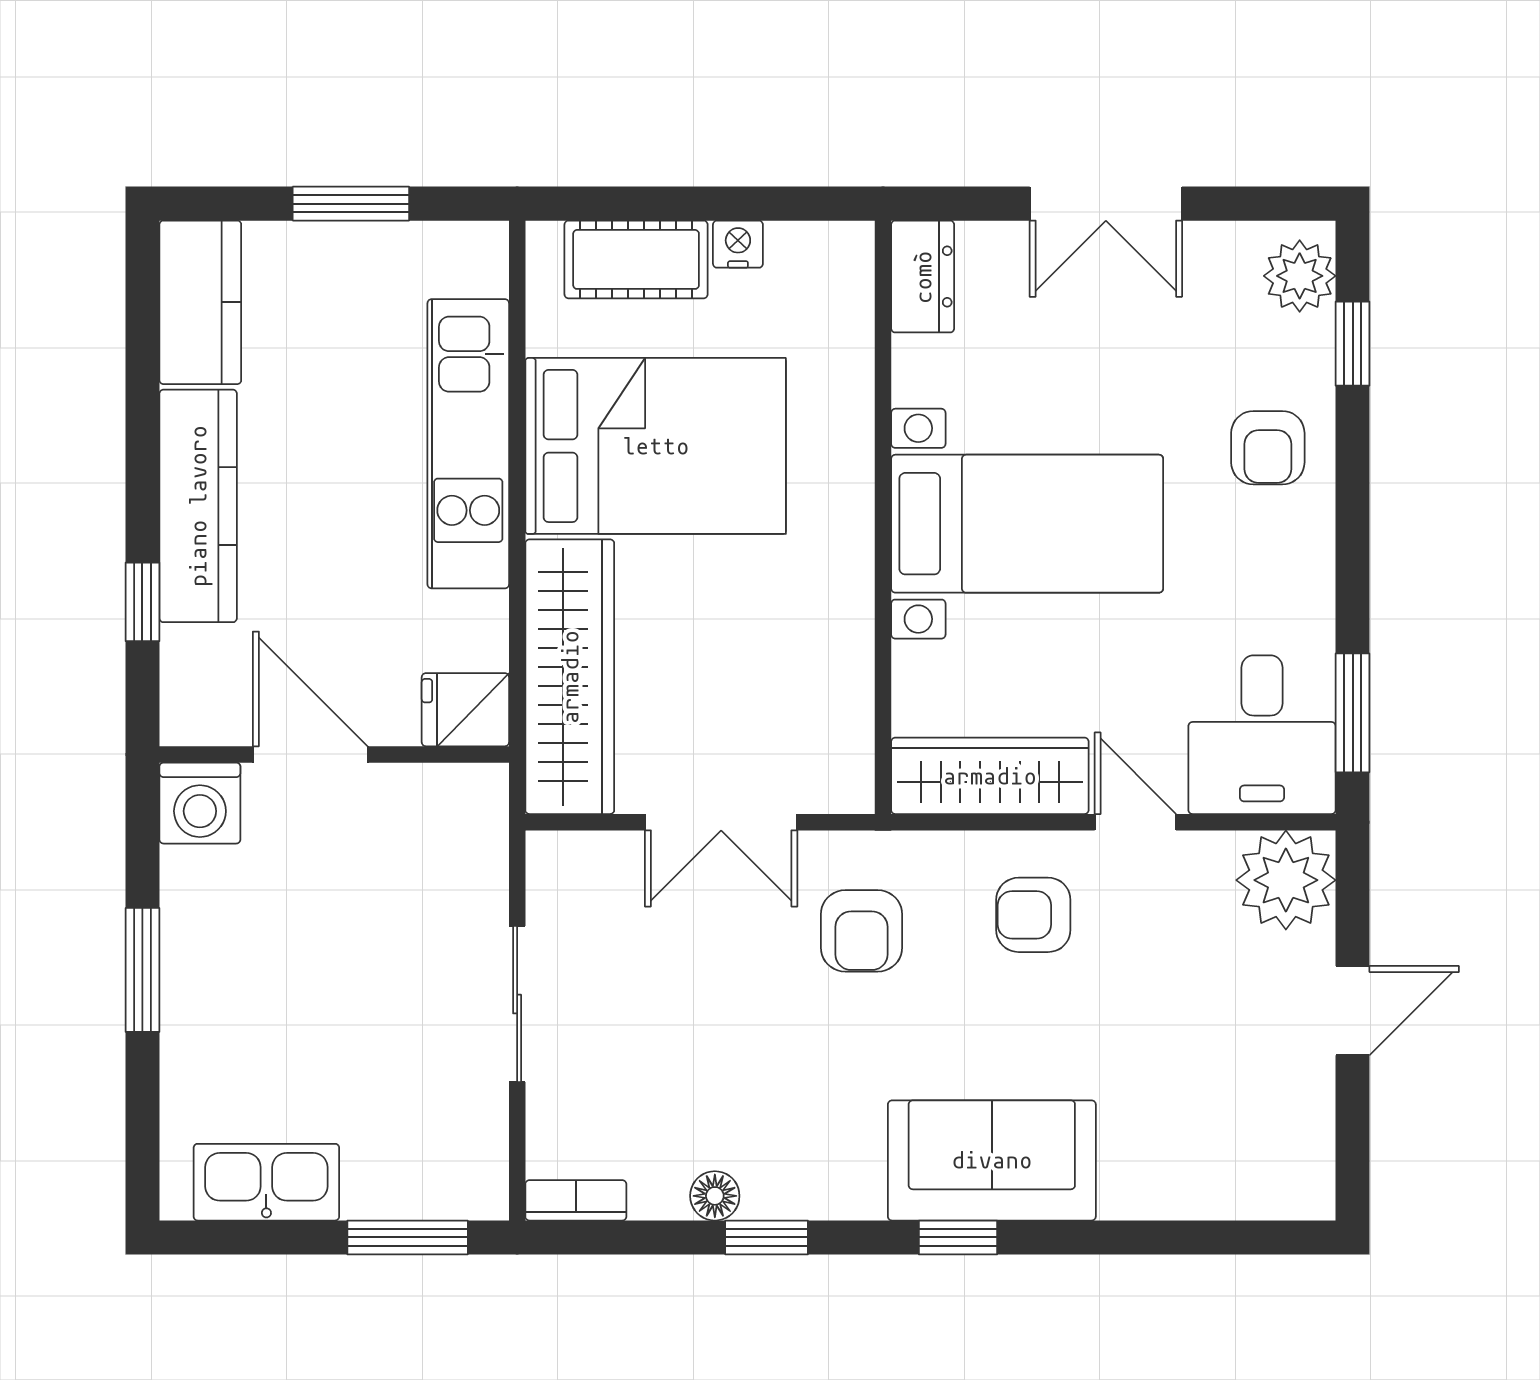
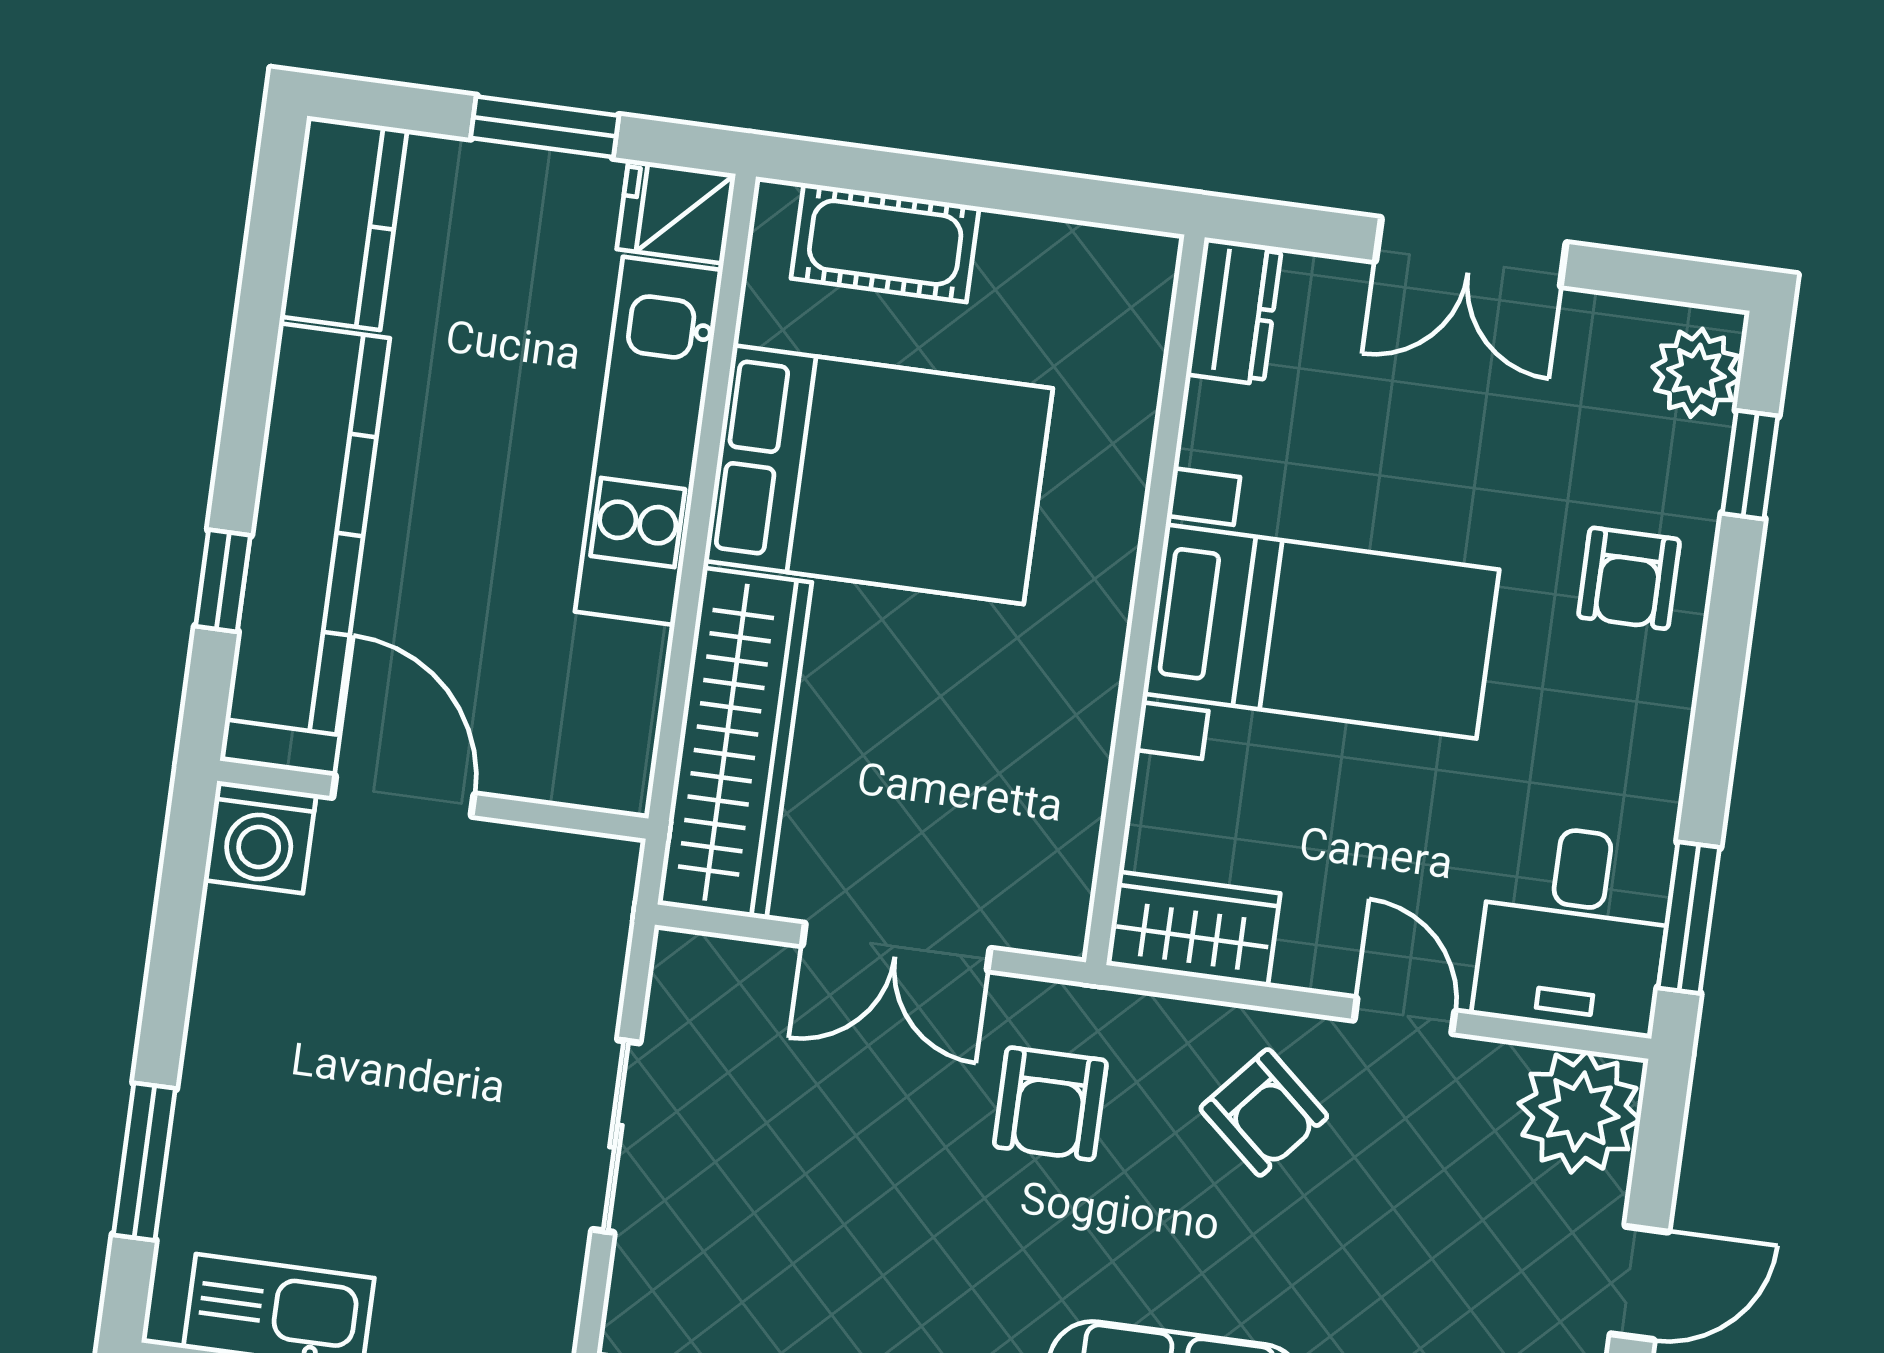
nightstand: (738, 244) -> (1013, 241), removed
kitchen counter: (198, 506) -> (308, 529), width x1.39, depth x1.17
fridge: (465, 710) -> (676, 211), moved
wardrobe: (990, 776) -> (1193, 929), width x0.67
armchair: (1033, 915) -> (1264, 1112), turned -139
window: (142, 970) -> (144, 1162), moved

